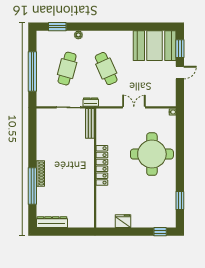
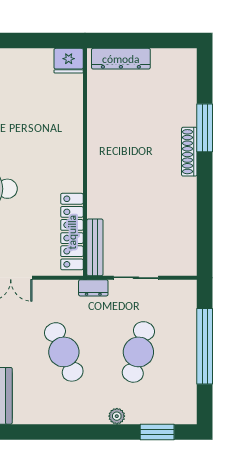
locker: (102, 165) -> (72, 232), moved
window: (32, 186) -> (205, 128), width x0.68
fridge: (123, 221) -> (69, 61), moved
dresser: (52, 222) -> (121, 59), moved

